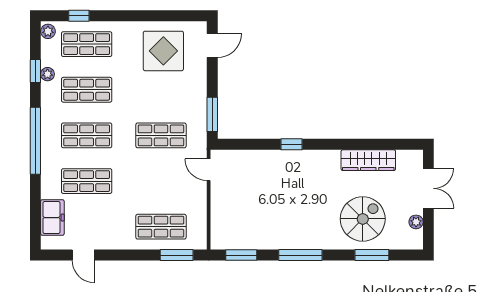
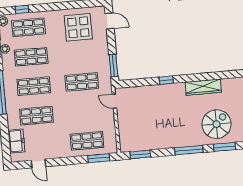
door: (212, 45) -> (110, 21), hinge flipped
wardrobe: (368, 160) -> (203, 87), moved
window: (300, 255) -> (189, 150), moved

